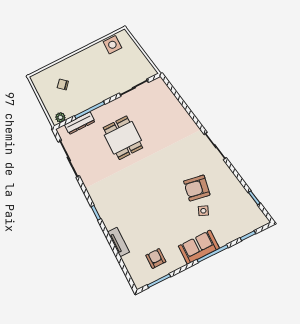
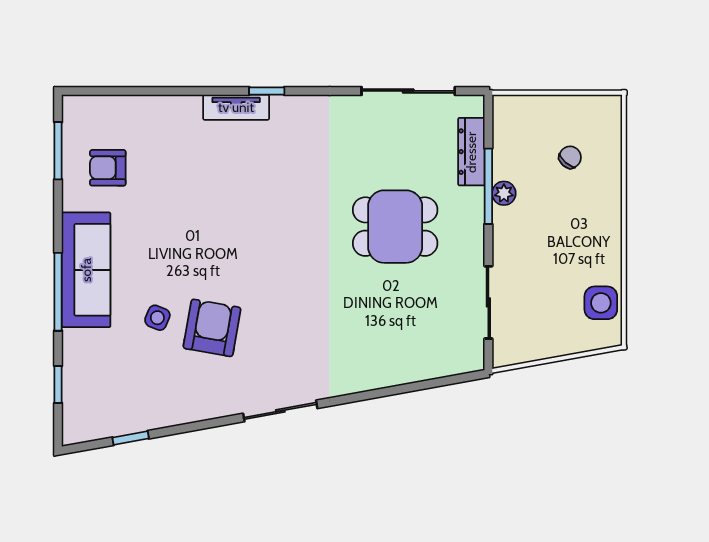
plant: (60, 117) -> (504, 193), moved
tv unit: (119, 242) -> (236, 107), moved
sofa: (199, 247) -> (86, 270), width x1.36
armchair: (156, 259) -> (108, 168), turned 180

